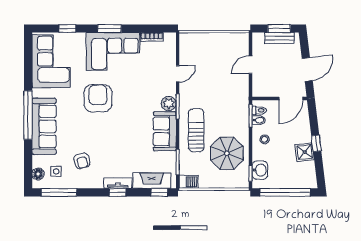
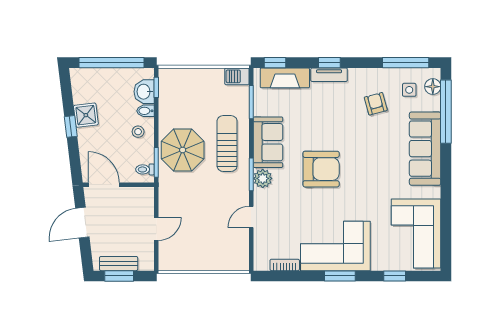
armchair: (98, 98) -> (321, 169), moved, turned -90
door: (291, 99) -> (104, 185), hinge flipped
window: (28, 115) -> (446, 112), moved
bidet: (259, 120) -> (146, 111), moved
sun lounger: (196, 130) -> (227, 144), turned 180
parasol: (227, 153) -> (183, 150), moved

